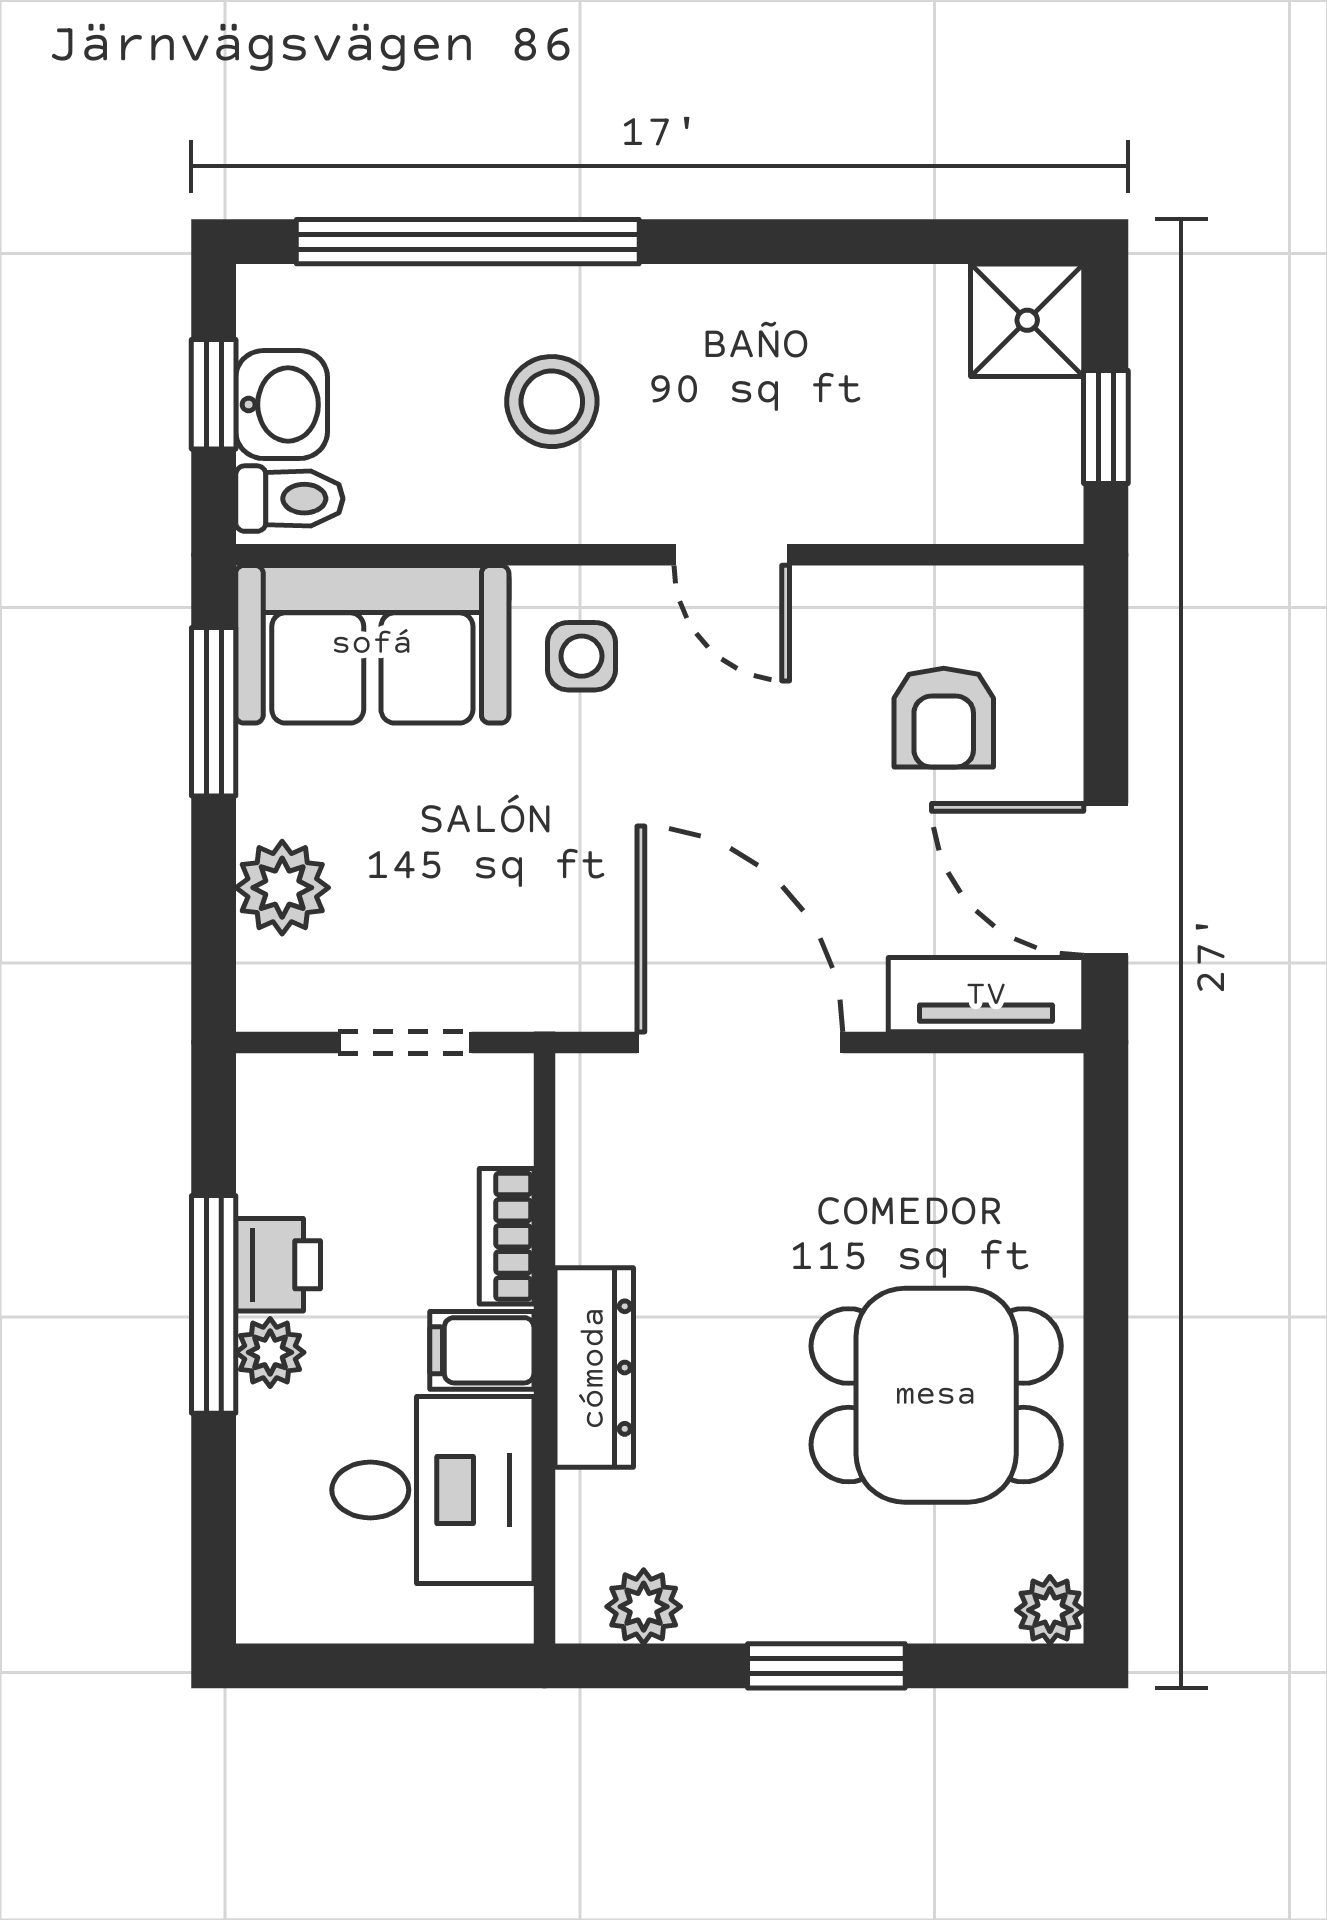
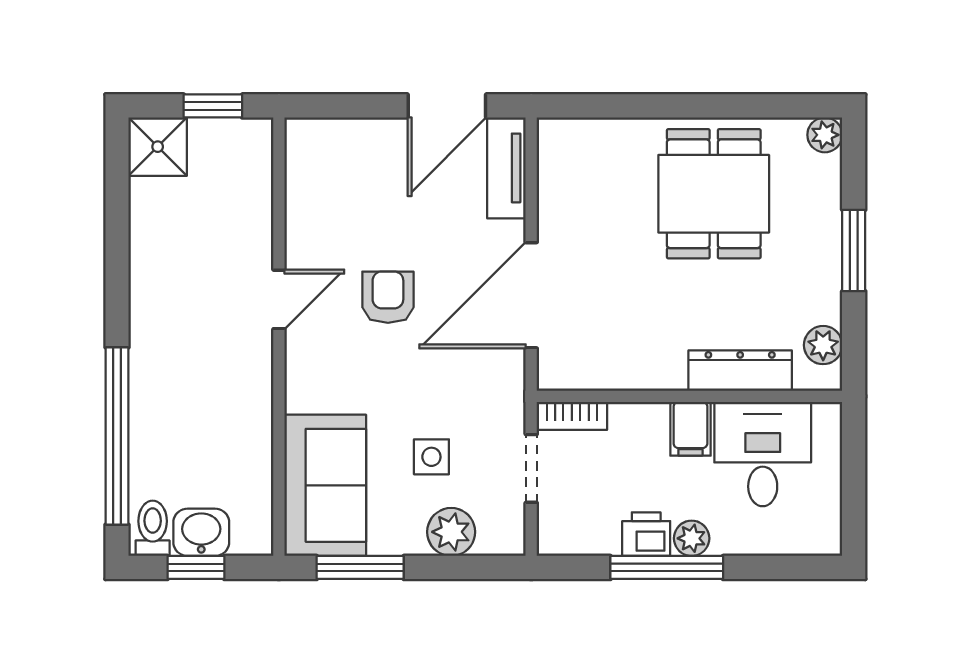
stool: (552, 402) -> (200, 393), removed
toilet: (289, 499) -> (153, 528), moved
side table: (582, 656) -> (431, 457), moved
armchair: (944, 718) -> (388, 297), moved, turned -90
bookcase: (507, 1236) -> (572, 416), moved
dresser: (594, 1368) -> (740, 371), moved

